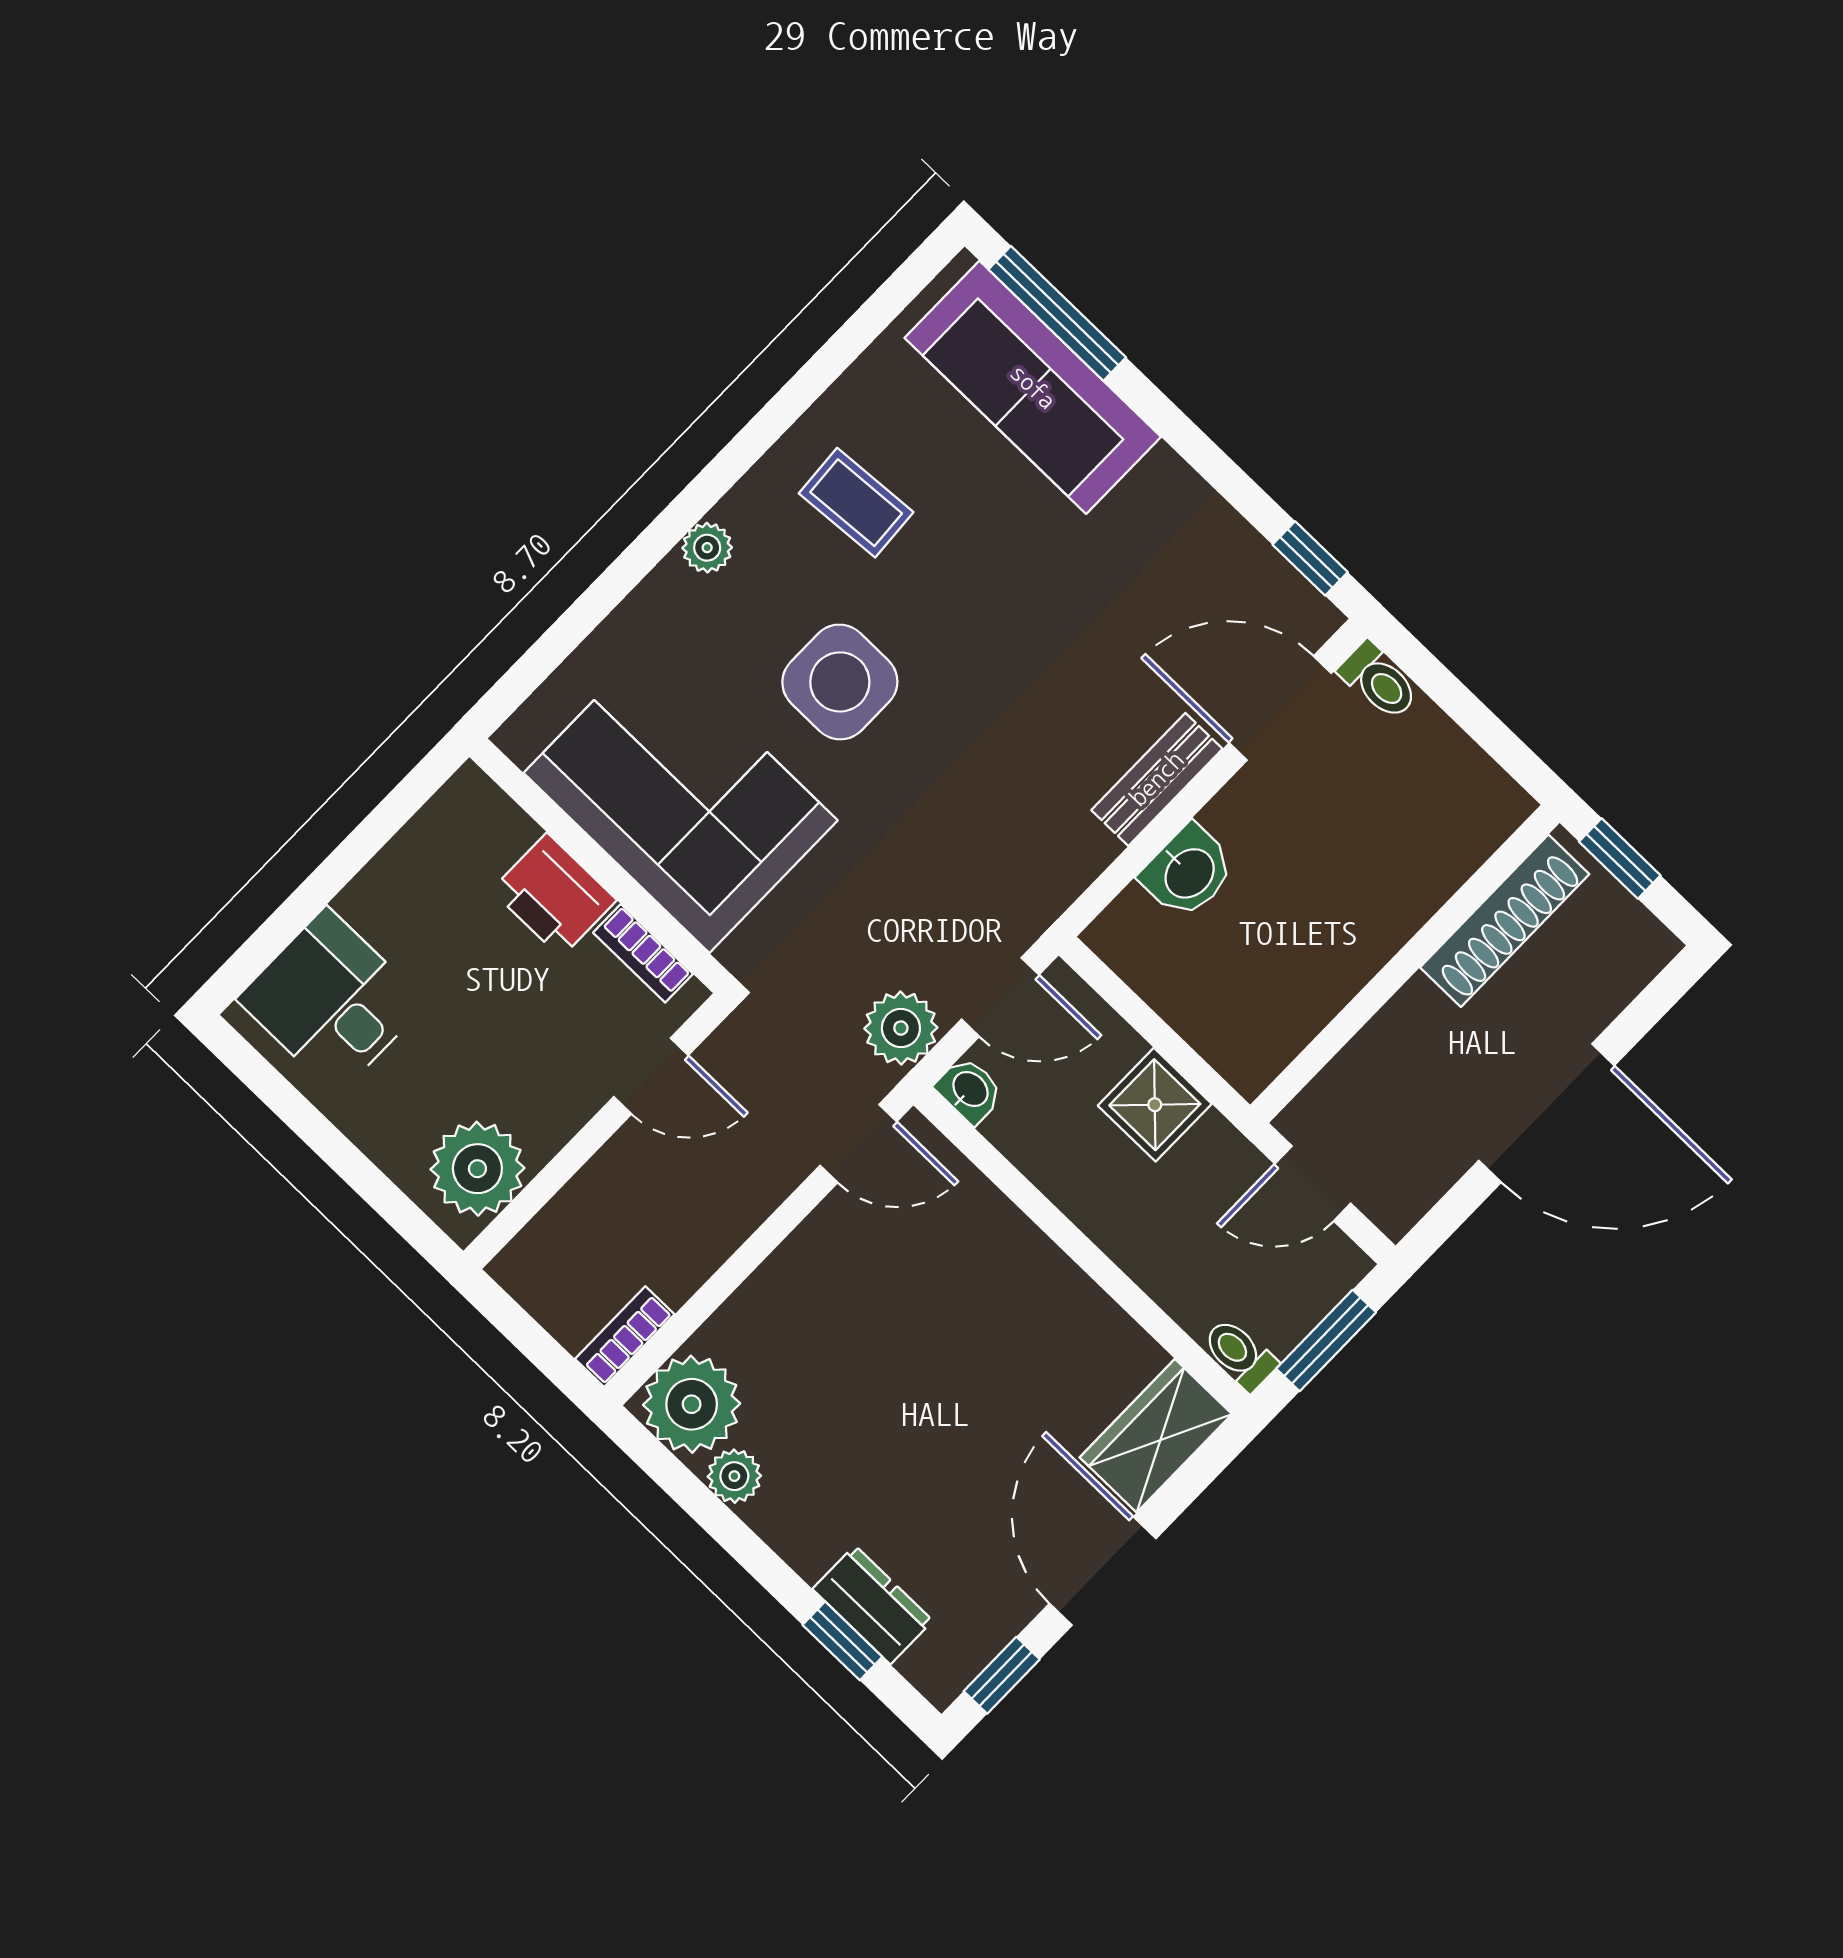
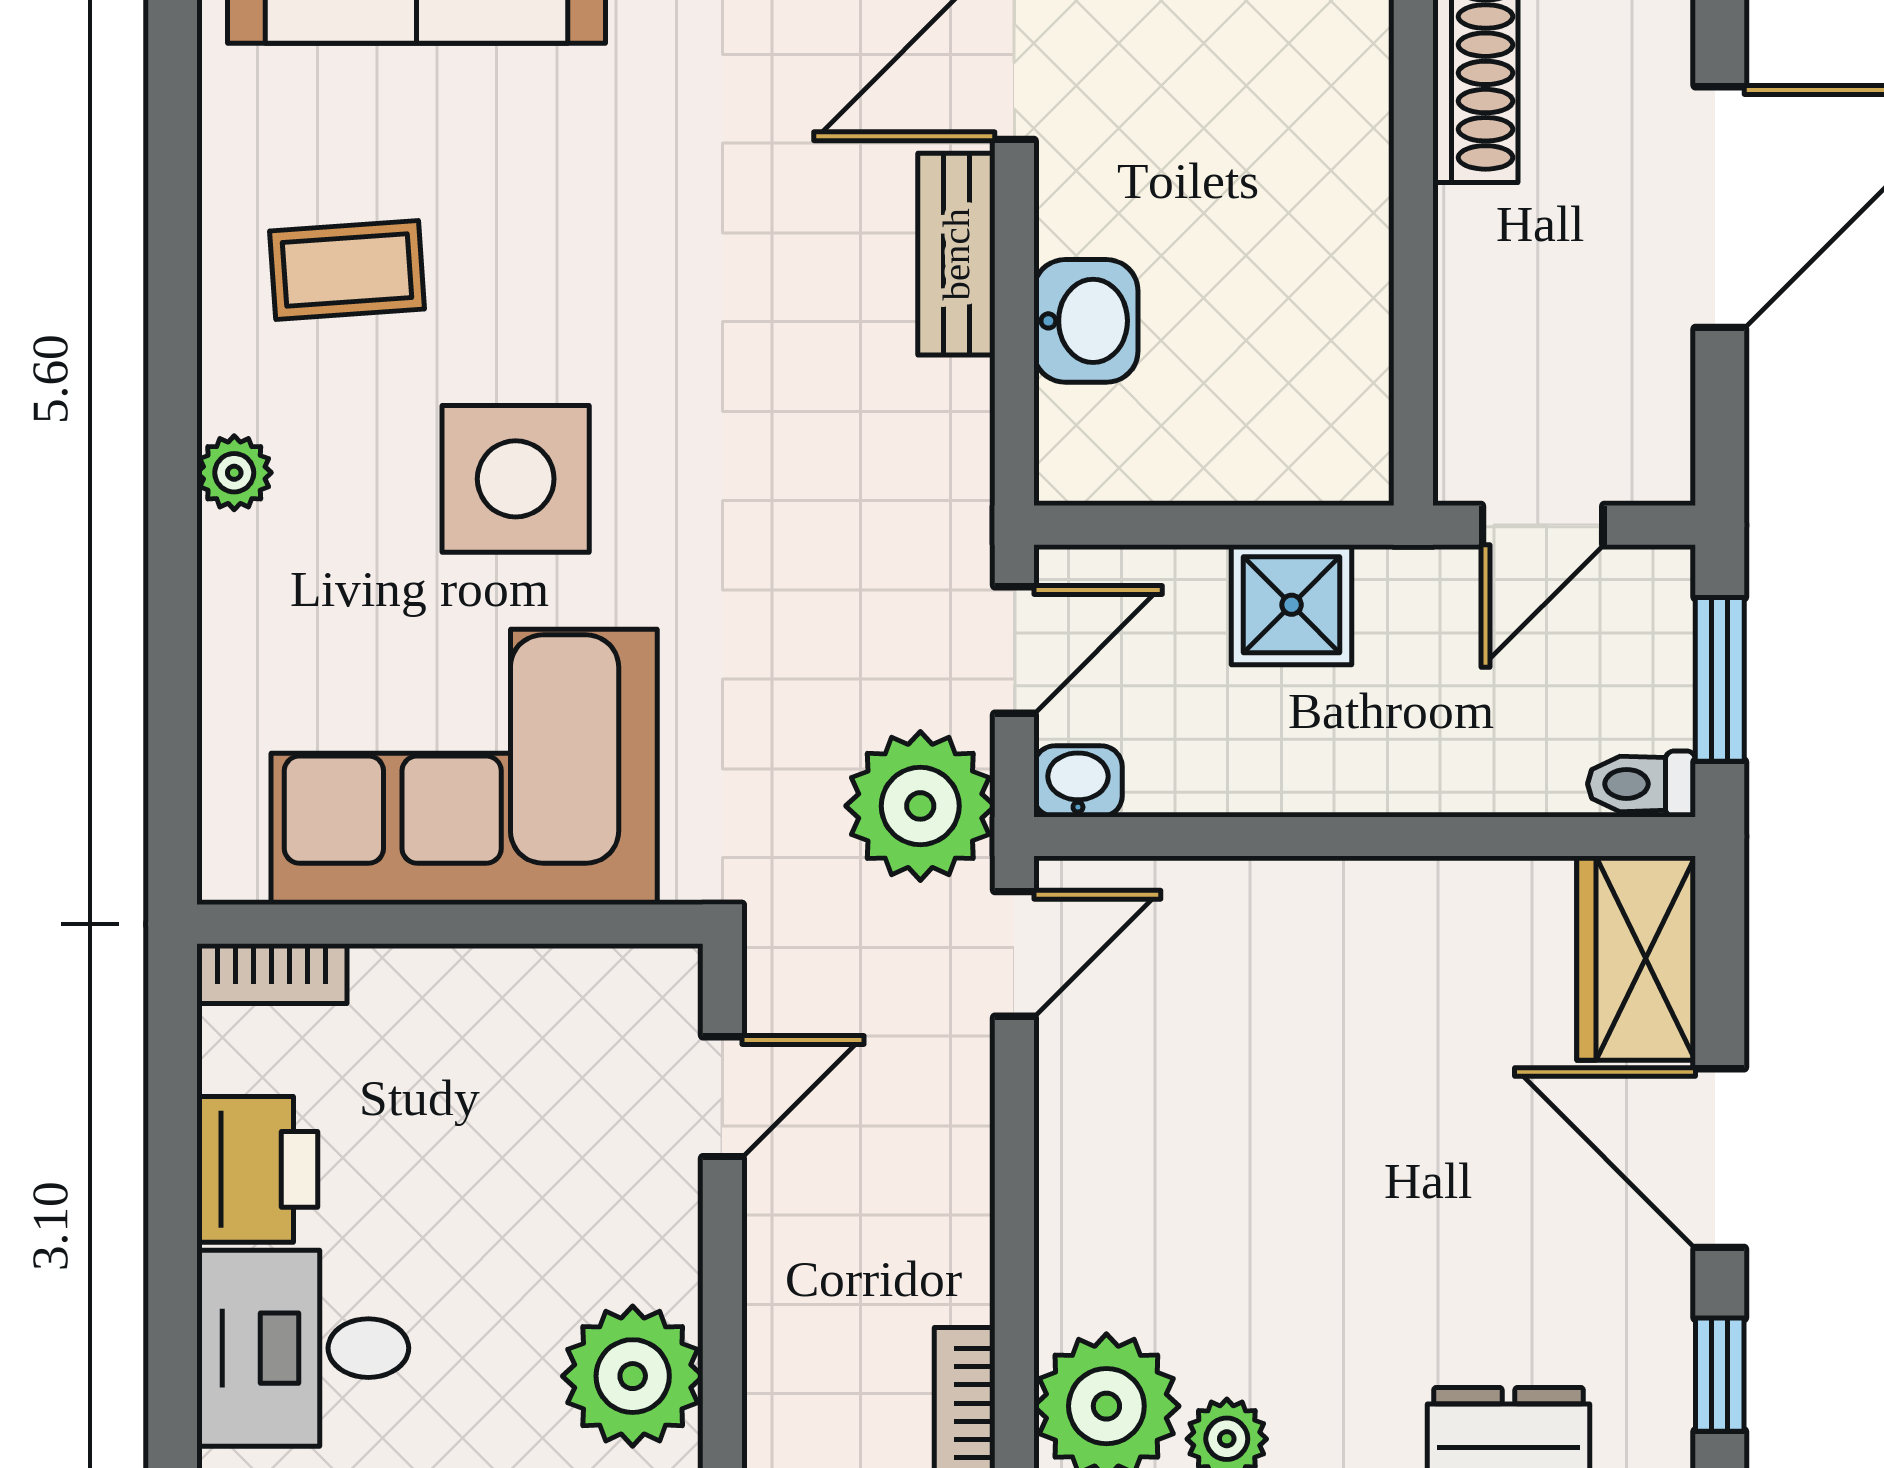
printer: (554, 895) -> (257, 1169), moved, turned -90
bookcase: (643, 953) -> (272, 974), moved
plant: (901, 1028) -> (920, 806), width x1.36, depth x1.36

